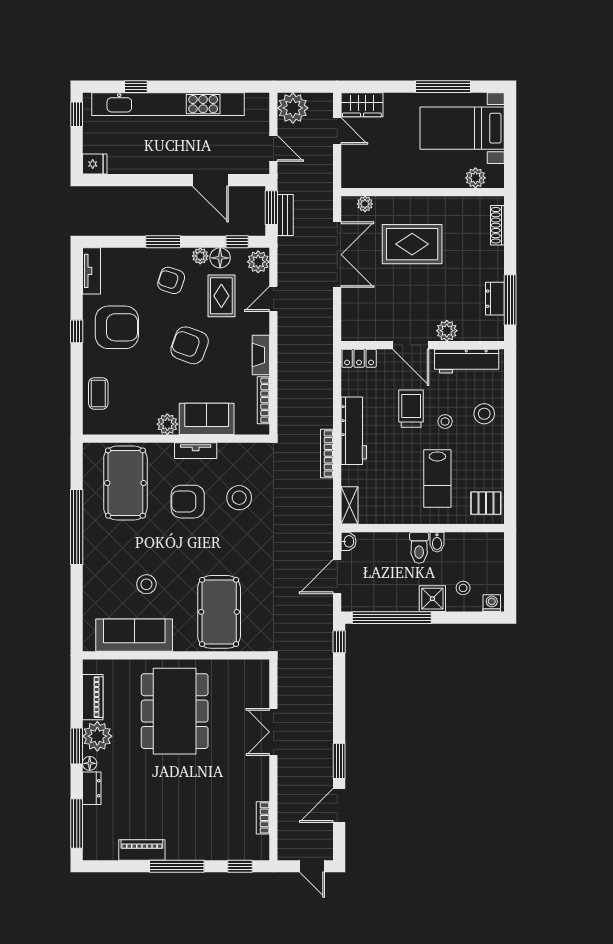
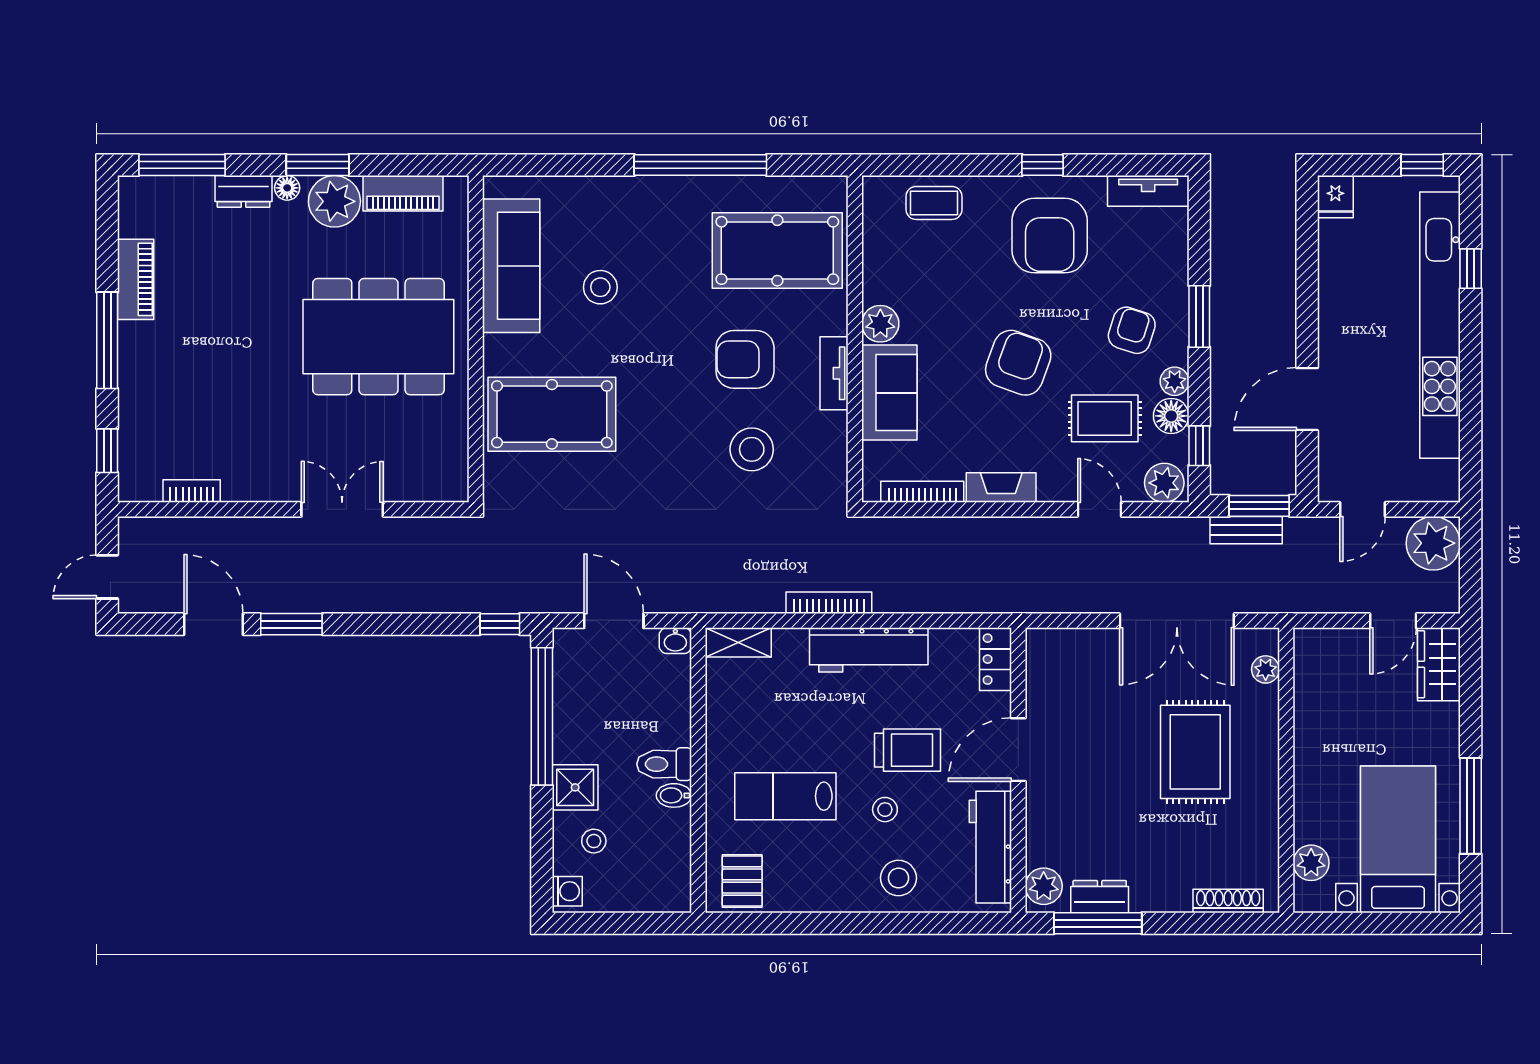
plant: (447, 331) -> (1044, 886), moved
armchair: (188, 502) -> (745, 359), turned -90

